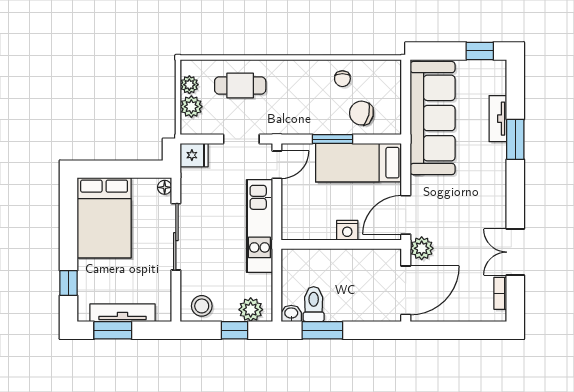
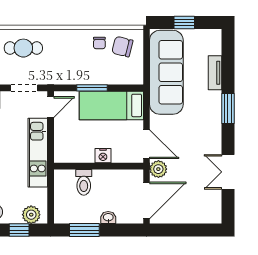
window: (480, 51) -> (184, 22), moved
chair: (361, 113) -> (122, 47), moved
window: (515, 139) -> (228, 108), moved
door: (406, 215) -> (146, 144), swing flipped
bookcase: (500, 293) -> (217, 203), removed
toilet: (314, 304) -> (84, 182), moved, turned 180
washbasin: (291, 313) -> (108, 218), moved

